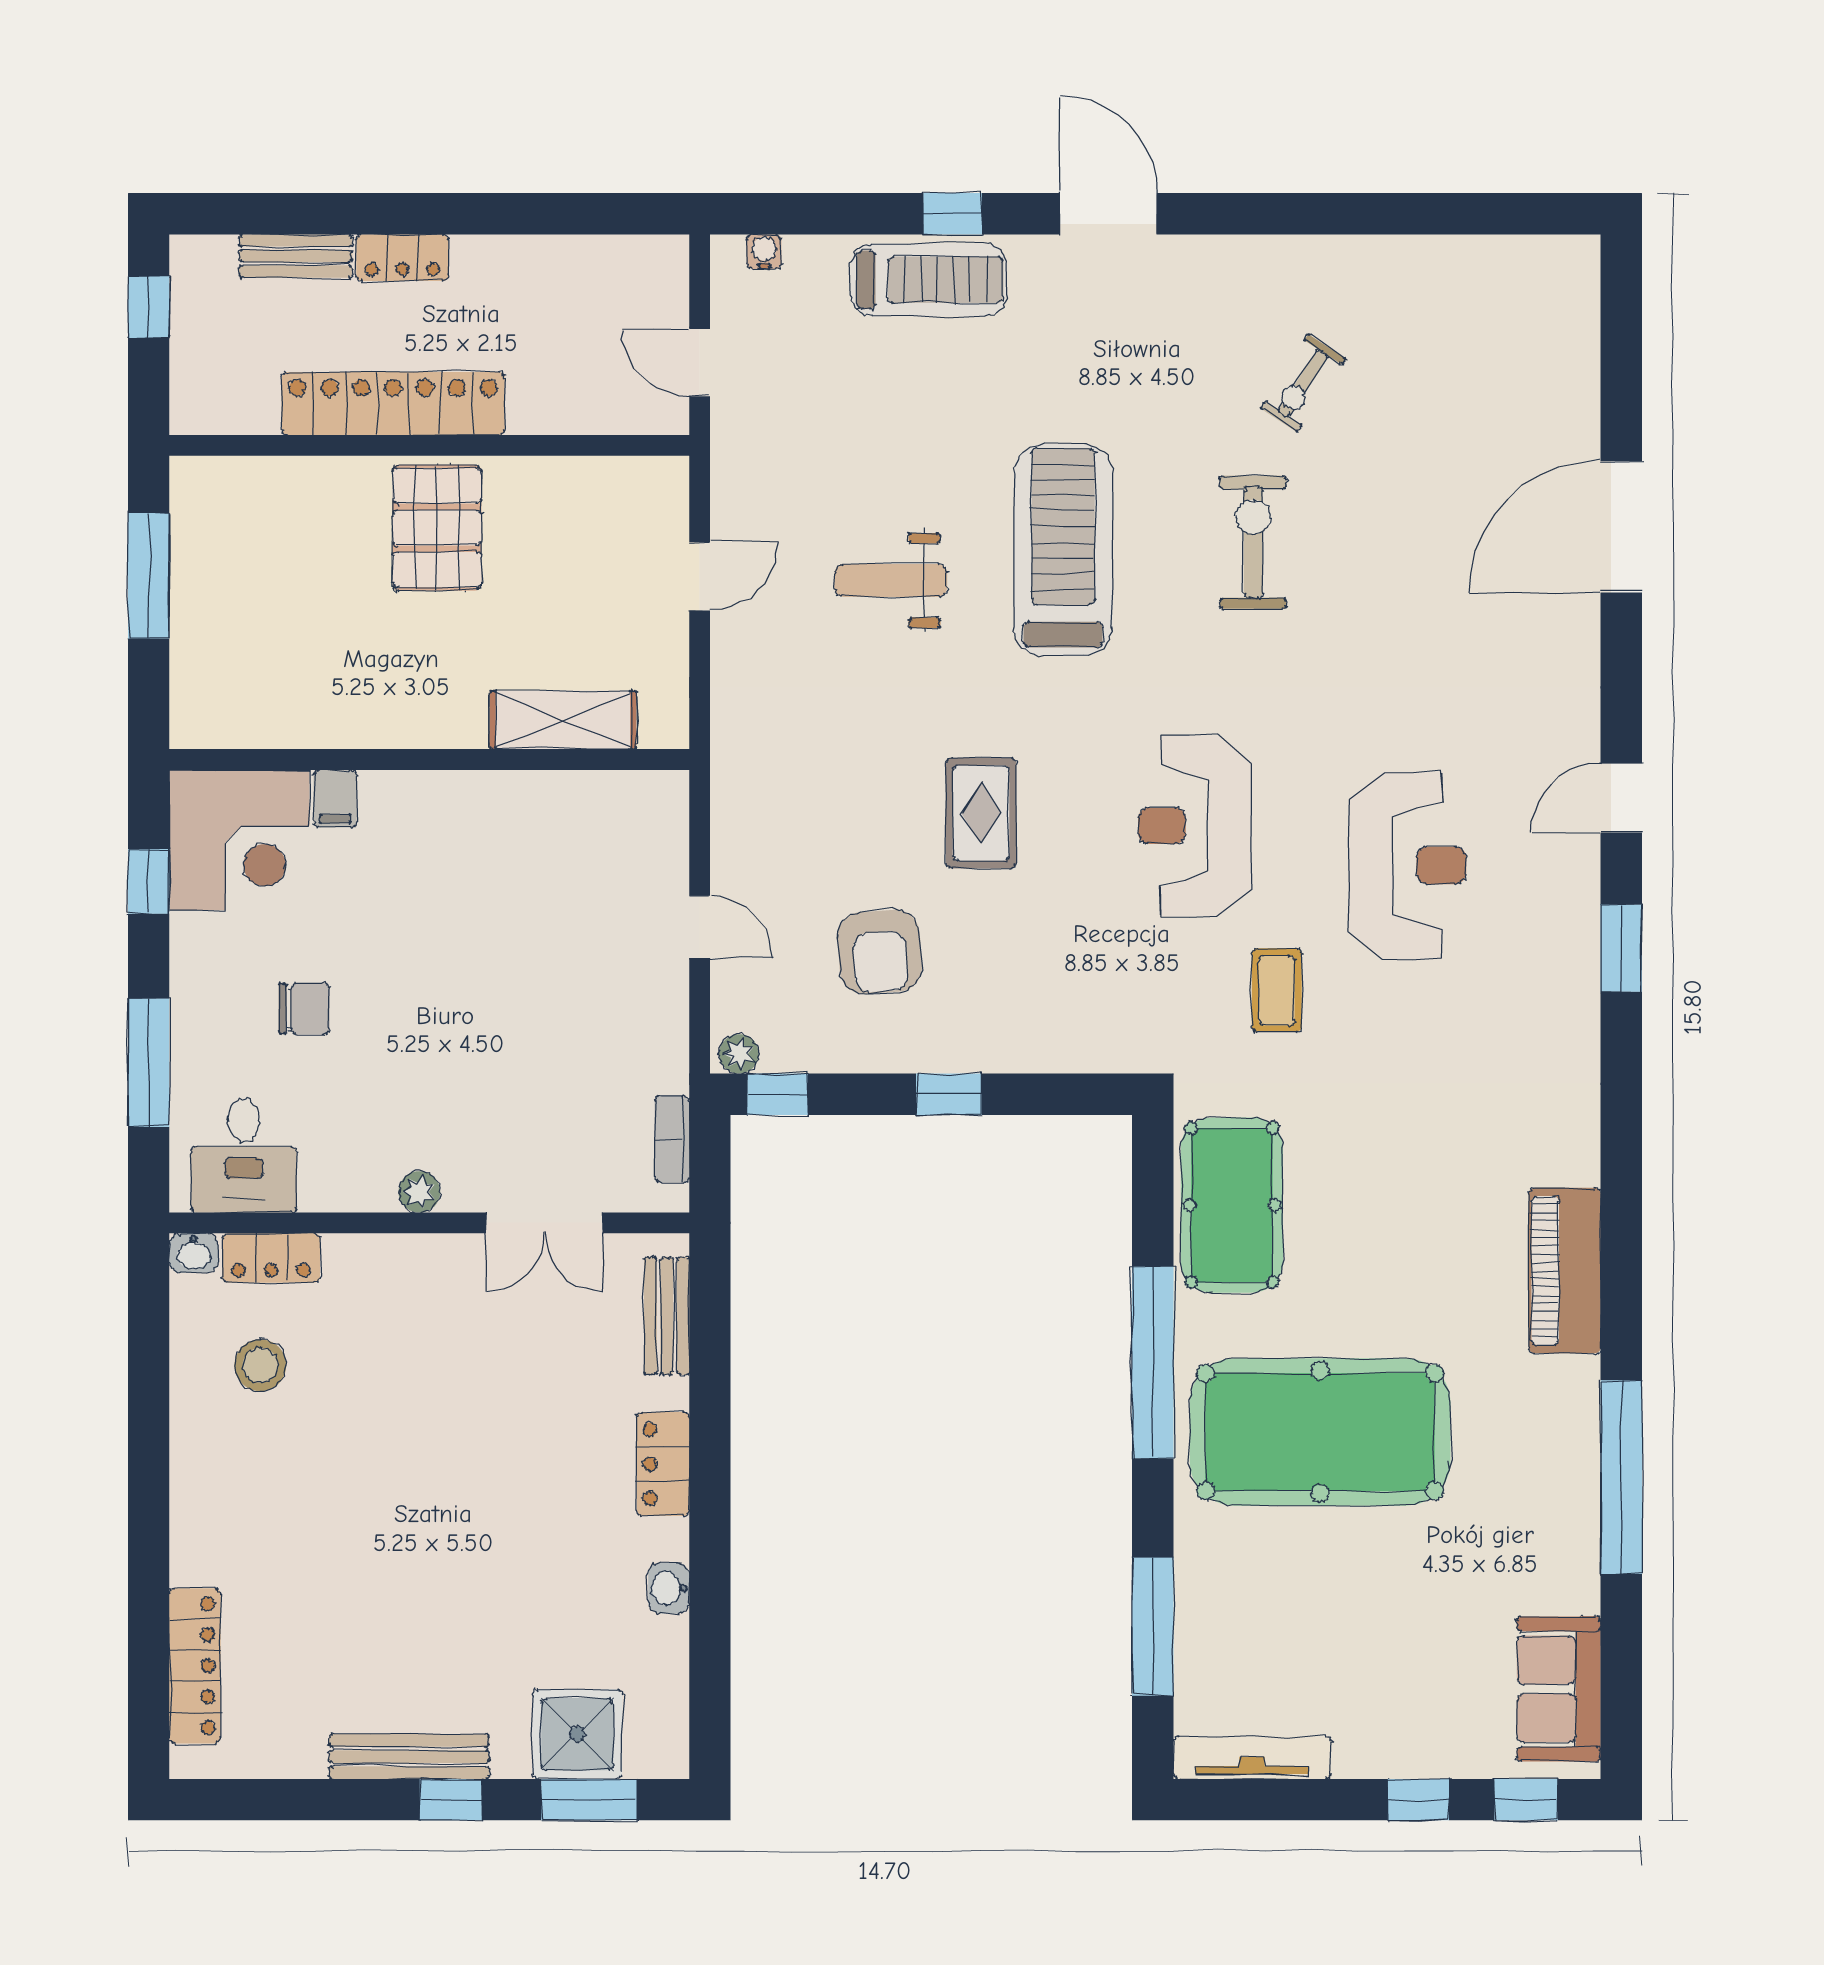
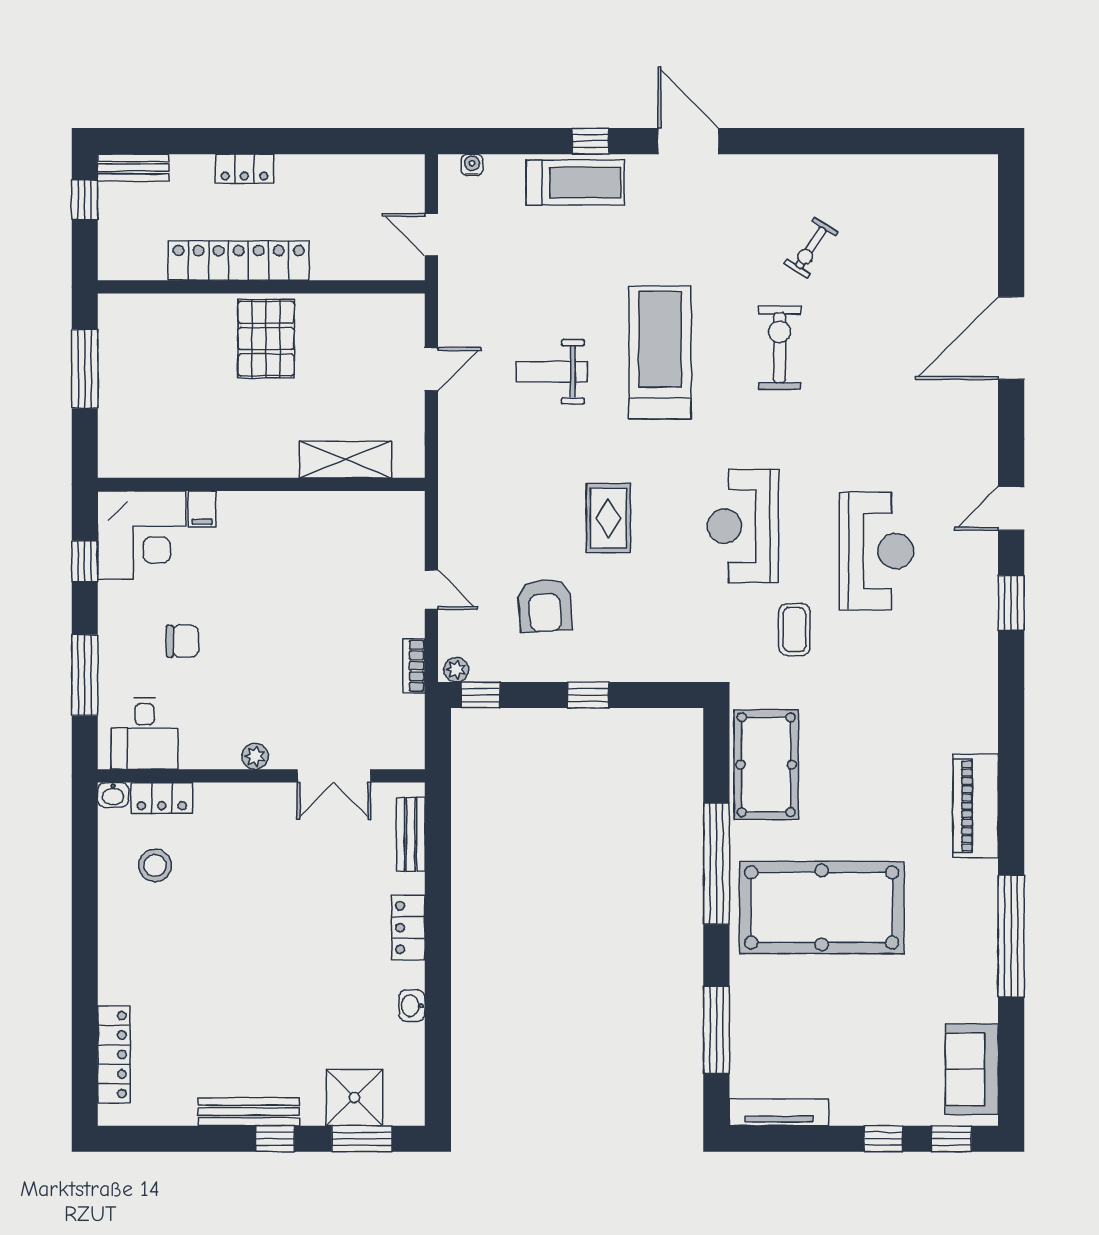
bench: (296, 256) -> (133, 168), moved
bookcase: (672, 1139) -> (414, 666), moved

